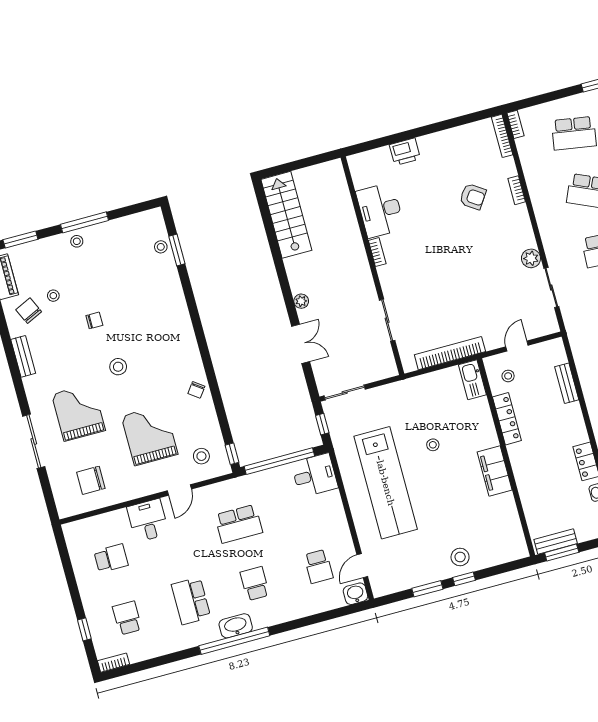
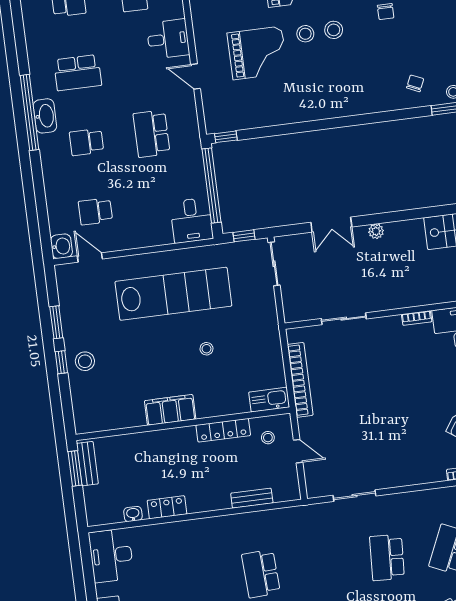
plant: (531, 258) -> (388, 478), removed
chair: (196, 390) -> (415, 83), moved, turned 78
stool: (201, 456) -> (305, 34), moved
lab bench: (386, 483) -> (173, 294), turned 180
school desk: (255, 584) -> (87, 142), turned 180
school desk: (191, 601) -> (78, 73), turned 180

